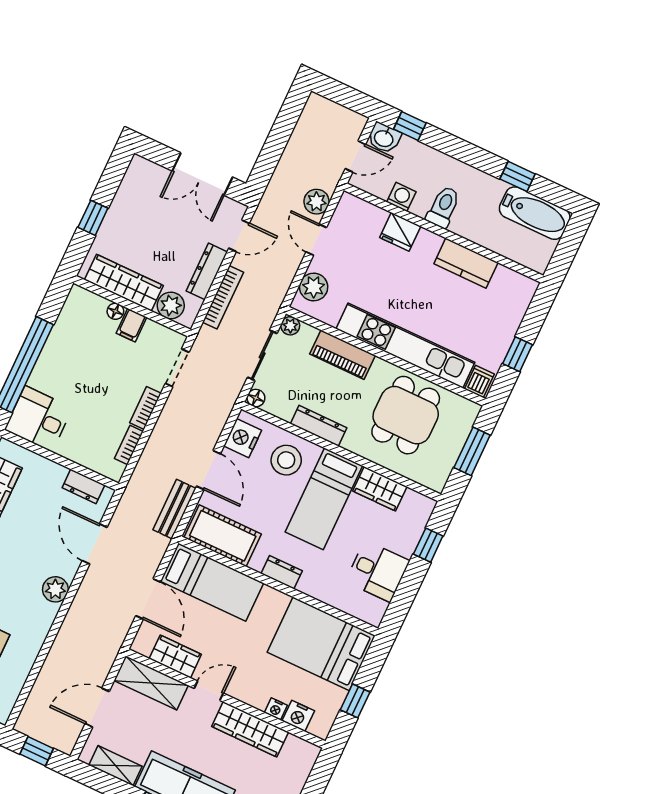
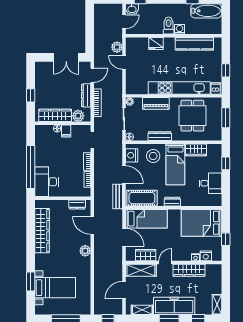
washing machine: (401, 197) -> (180, 29), moved
kitchen counter: (466, 263) -> (194, 44), width x1.50
plant: (314, 287) -> (132, 82), removed
desk: (39, 419) -> (47, 182), width x1.37

